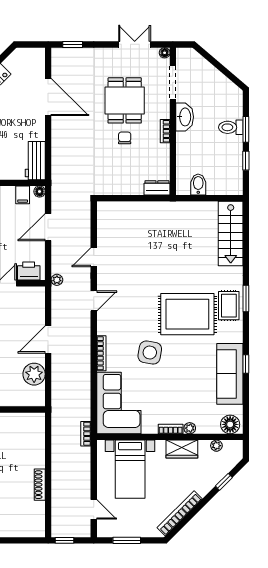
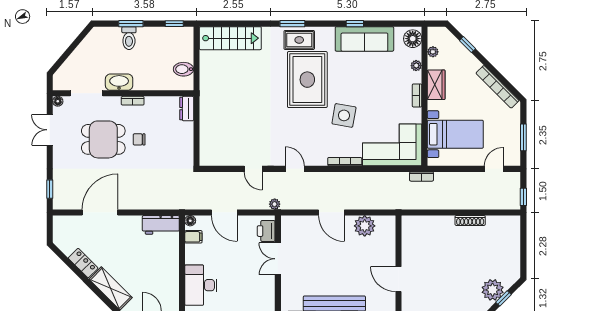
window: (246, 161) -> (174, 24), moved
plant: (190, 428) -> (416, 66), moved

